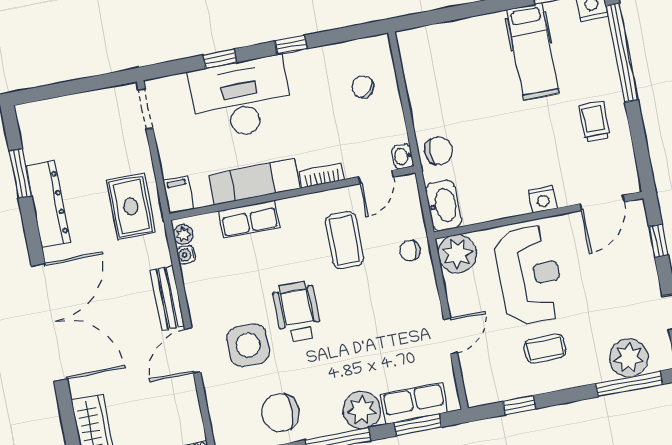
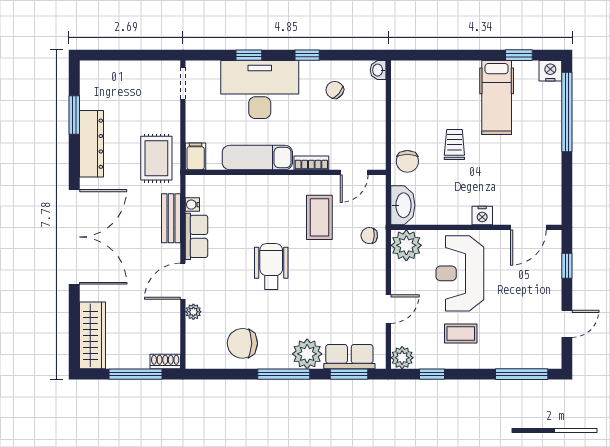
chair: (363, 87) -> (335, 90), moved
trolley: (594, 122) -> (454, 144), moved
chair: (439, 151) -> (407, 161), turned 90
washbasin: (403, 156) -> (378, 70), moved
row of seats: (249, 219) -> (197, 236), moved, turned -90
plant: (183, 234) -> (193, 312), moved
reception desk: (530, 275) -> (460, 273), turned 180
bench: (167, 298) -> (171, 218), moved
side table: (248, 345) -> (227, 285), removed
plant: (629, 358) -> (402, 358), moved, width x0.73, depth x0.73

